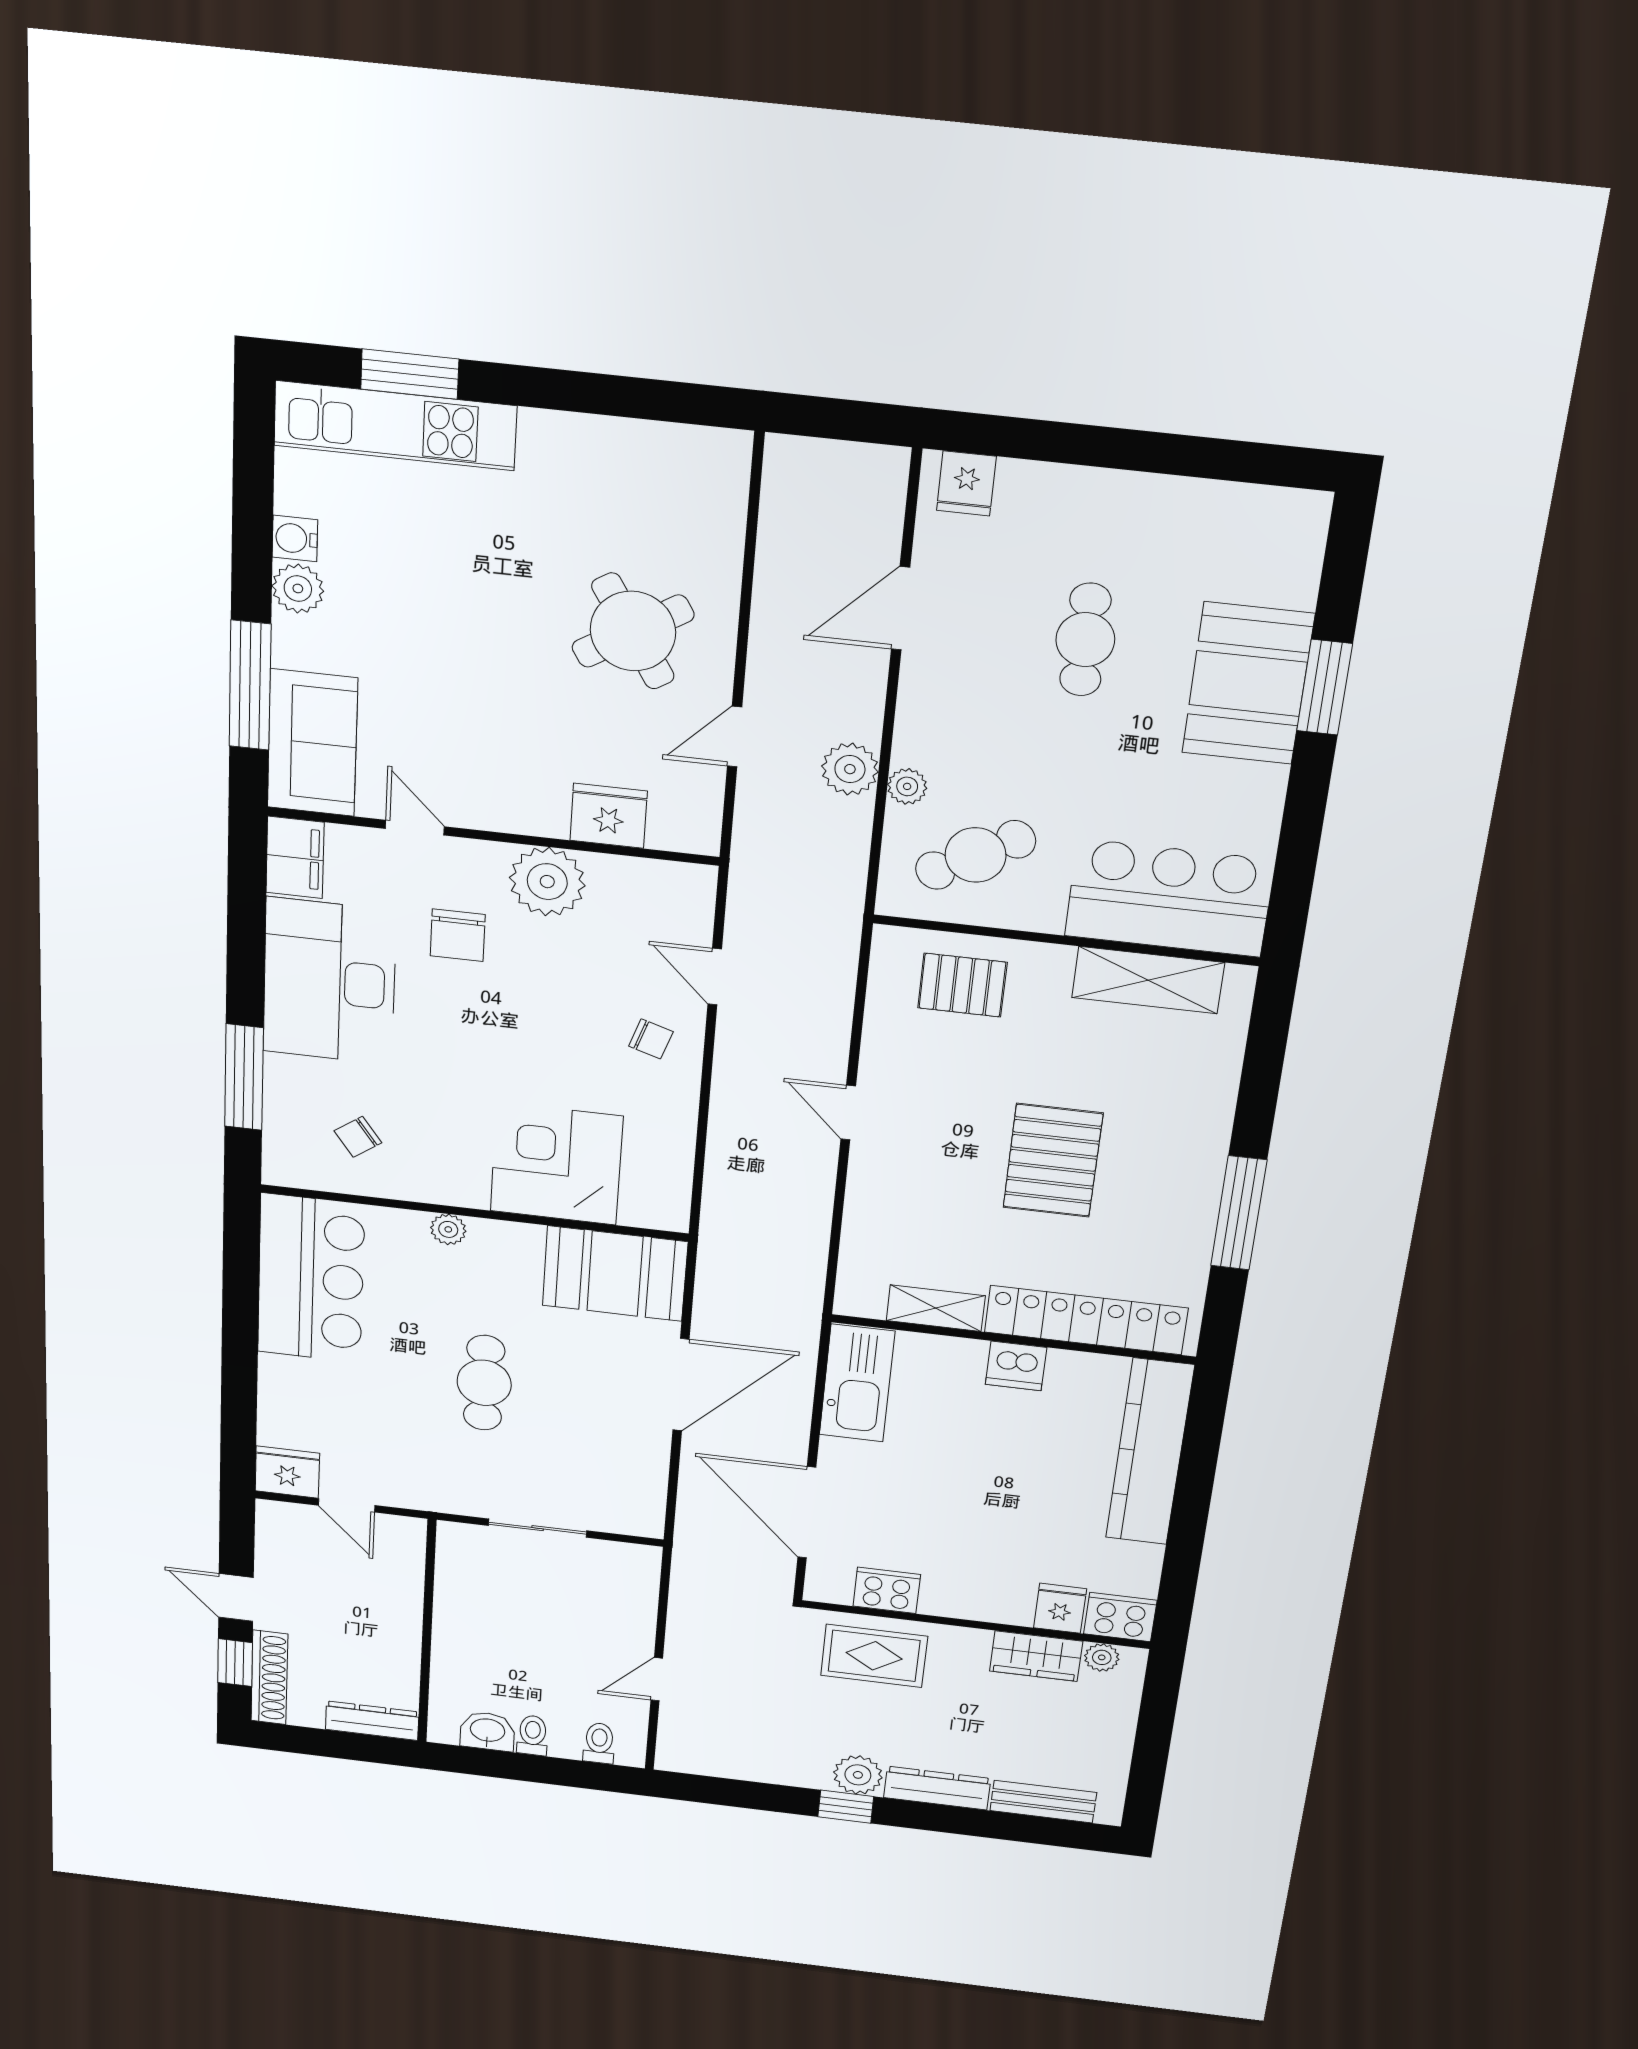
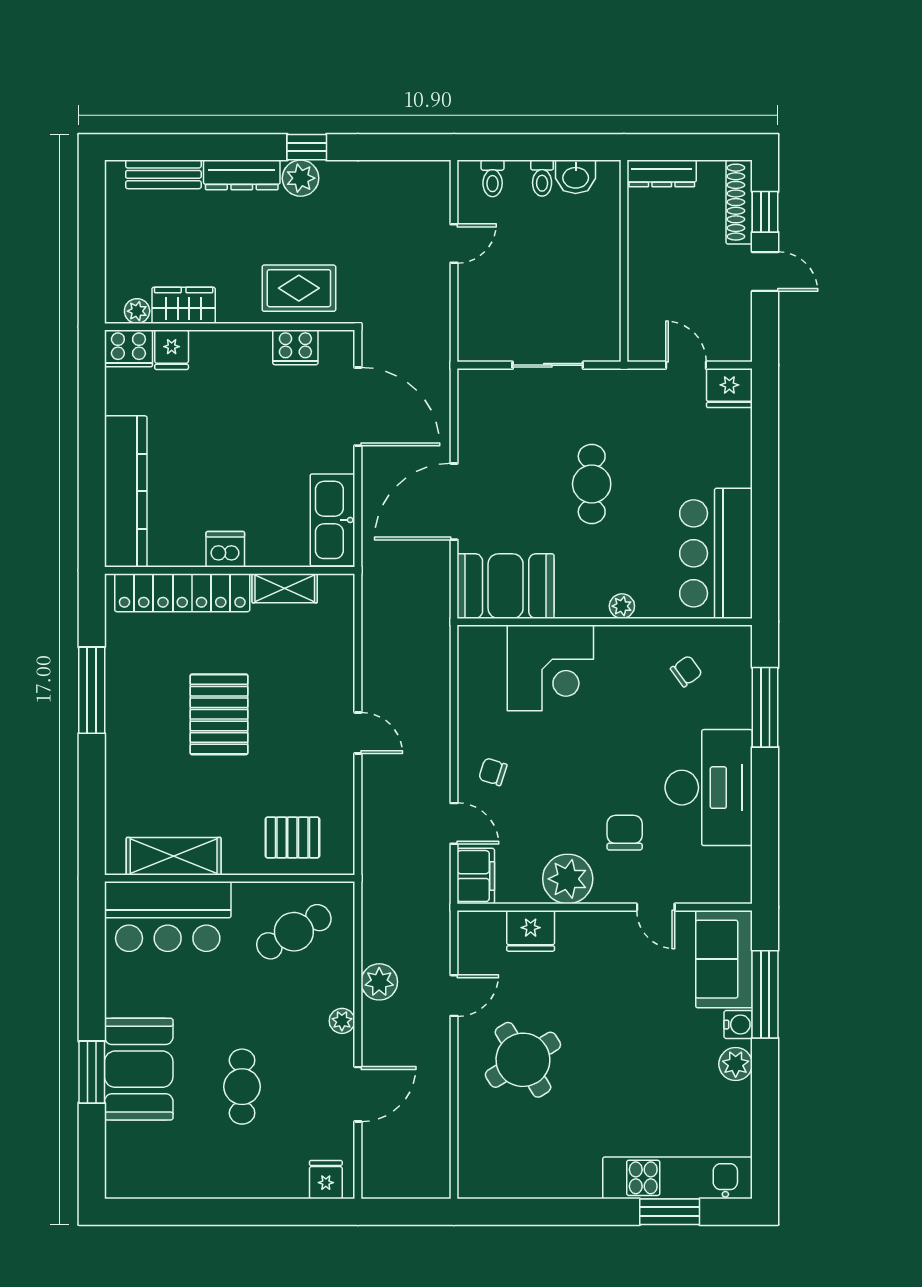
water cooler: (295, 538) -> (738, 1025), moved
plant: (907, 786) -> (342, 1021), moved
filing cabinet: (295, 857) -> (476, 876), moved, turned 180

